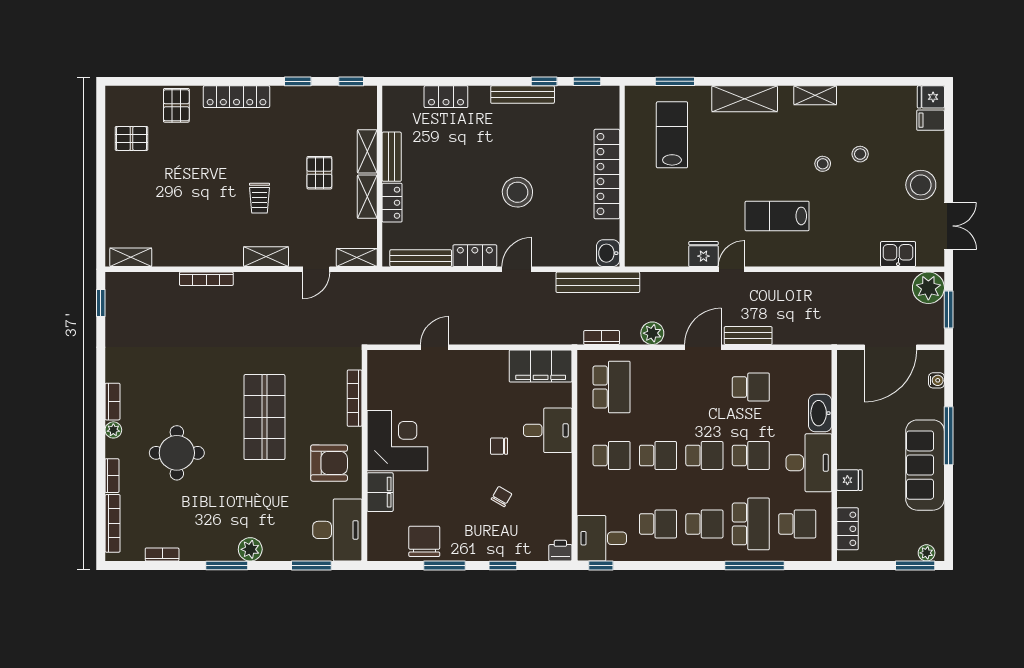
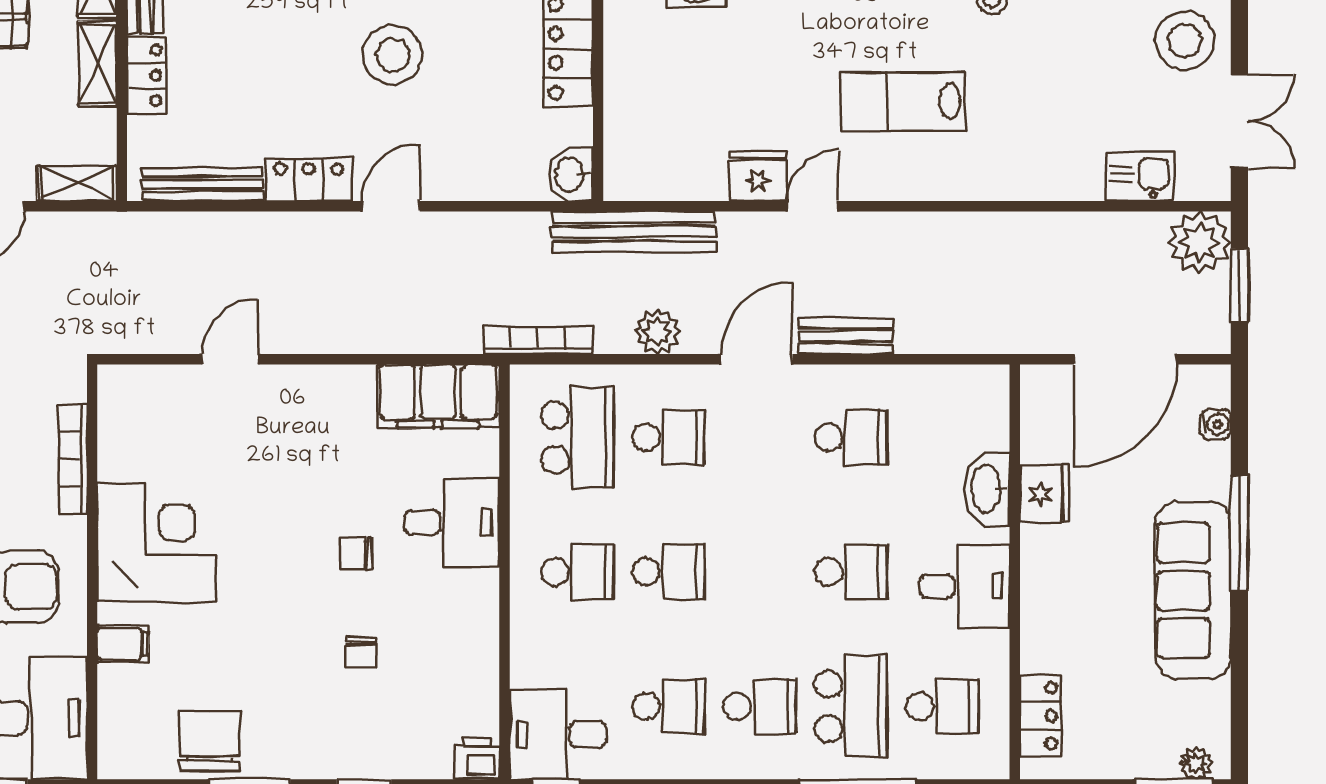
bench: (598, 282) -> (634, 232), moved
bookcase: (602, 338) -> (538, 340), width x1.56
school desk: (704, 455) -> (669, 437), moved
desk: (809, 463) -> (965, 586), width x0.73
fridge: (849, 480) -> (1045, 494), moved, width x1.38
filing cabinet: (380, 492) -> (123, 644), width x0.50
chair: (502, 497) -> (361, 653), turned 150

